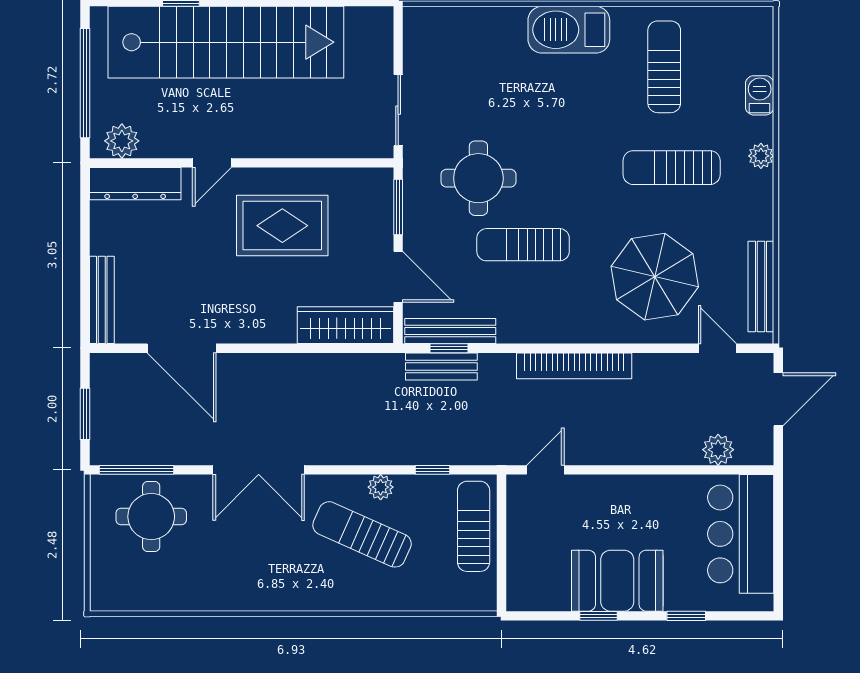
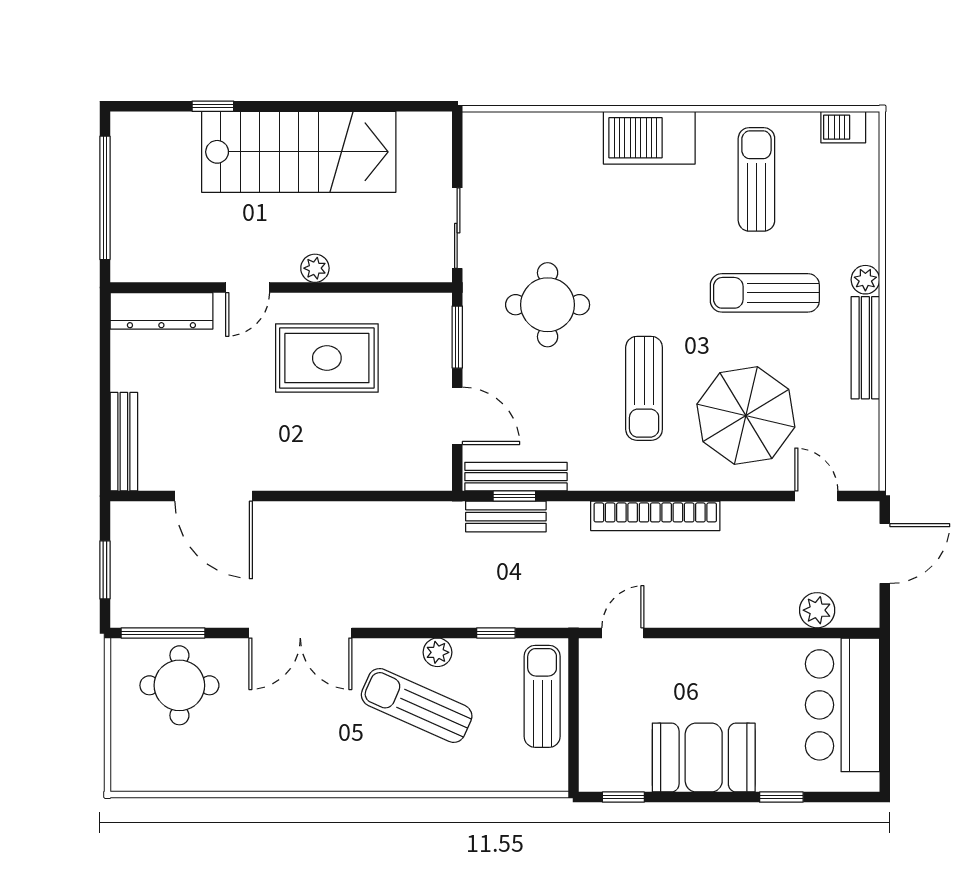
stairs: (226, 42) -> (299, 152), width x0.73
barbecue: (760, 95) -> (843, 127), moved, turned -90
plant: (122, 141) -> (315, 268), moved, width x0.73, depth x0.73
sun lounger: (523, 245) -> (644, 388), moved, turned -90
bench: (761, 286) -> (865, 348), moved
wardrobe: (345, 325) -> (398, 470), removed
window: (598, 616) -> (623, 797), moved

